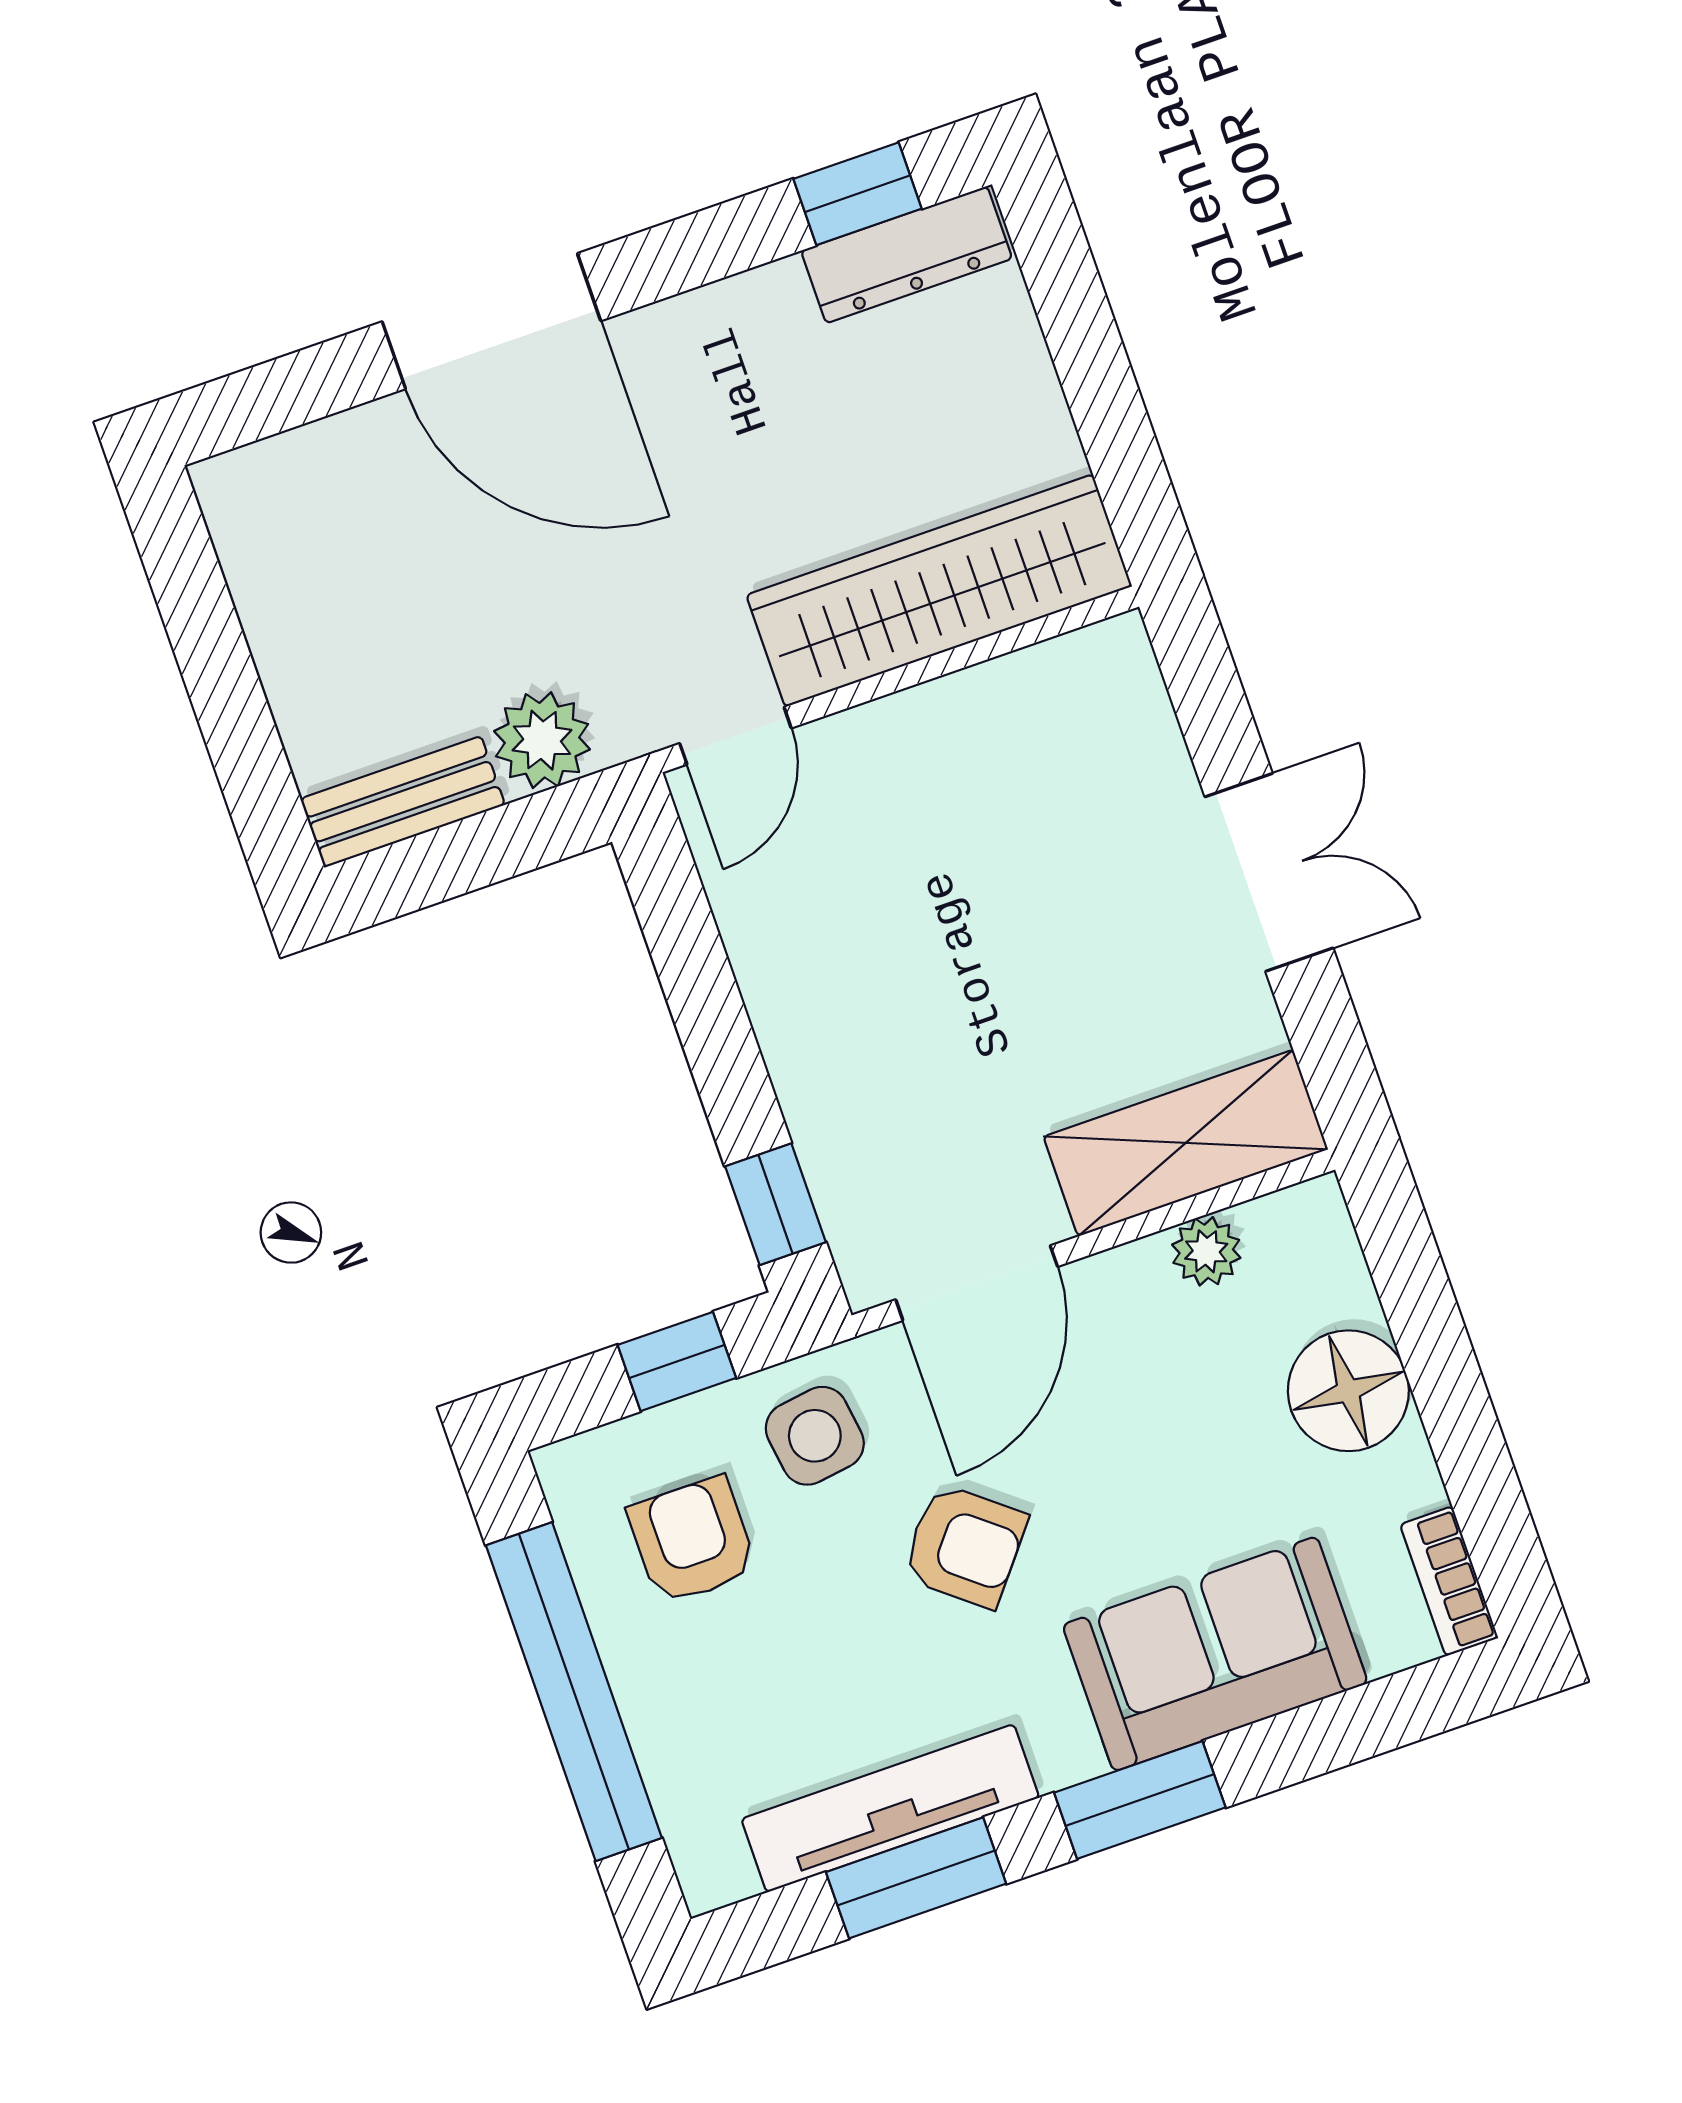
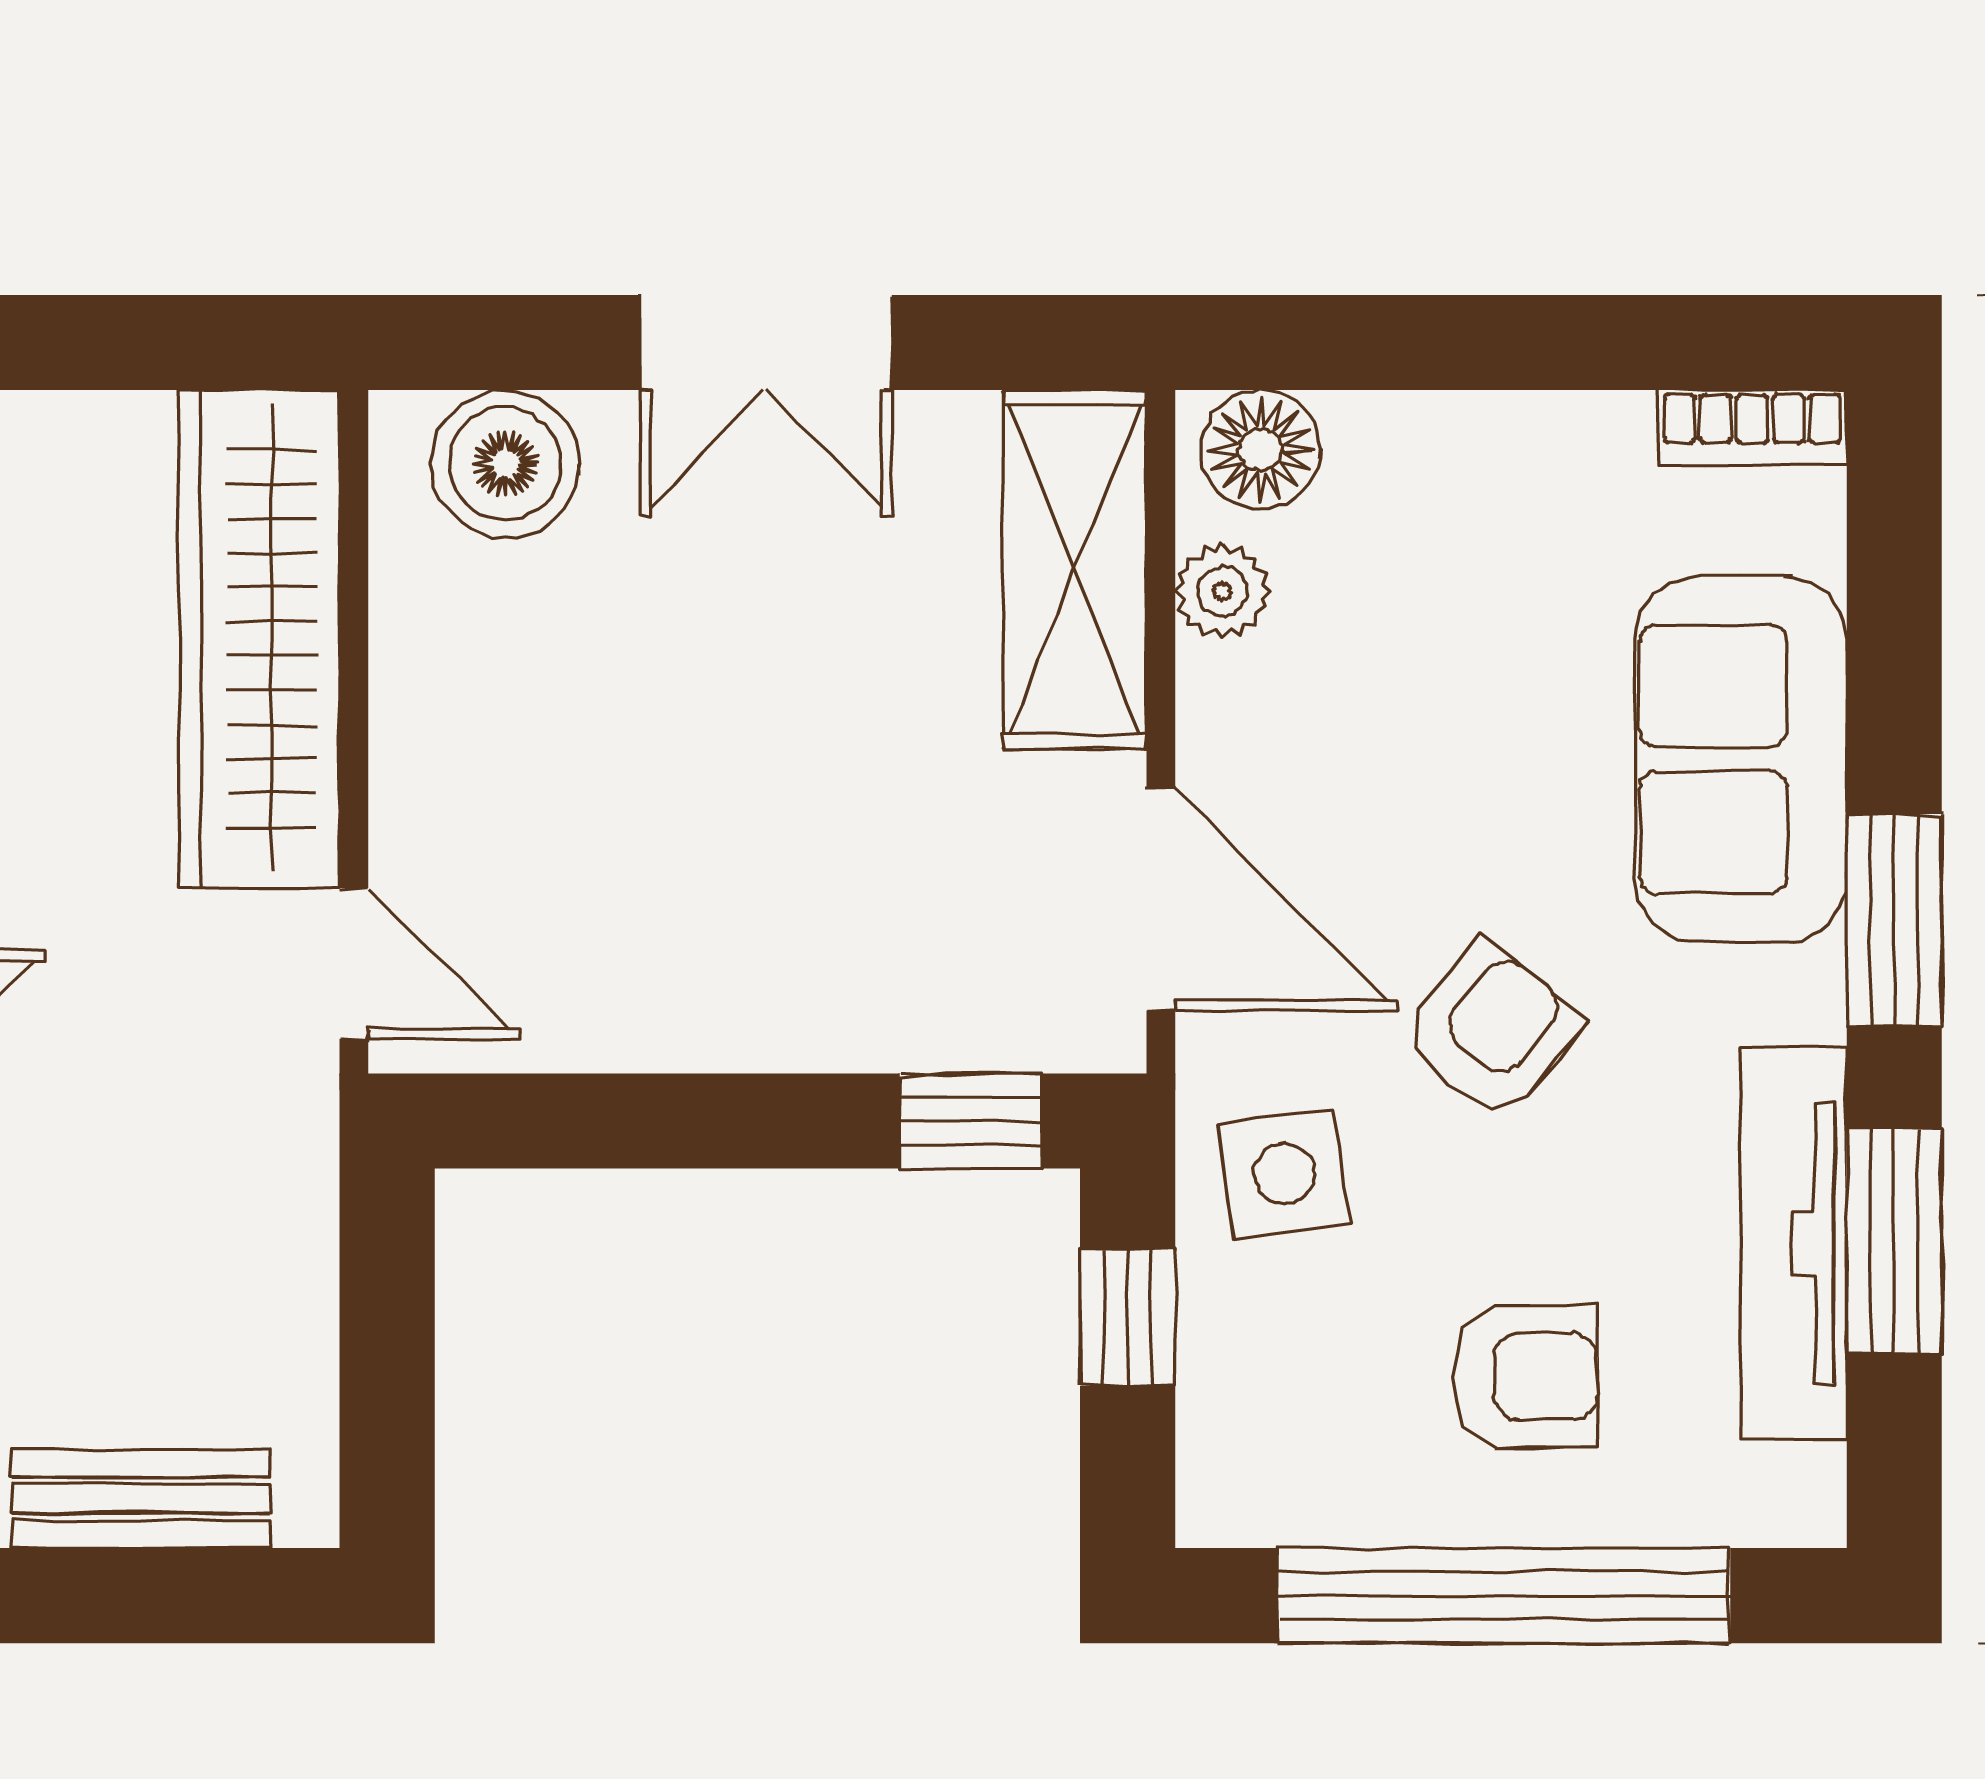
boiler: (1121, 720) -> (505, 464), added
plant: (542, 740) -> (273, 1213), removed
bench: (403, 802) -> (141, 1499), moved, turned 90
double door: (1269, 872) -> (766, 343), swing flipped
floor lamp: (1348, 1391) -> (1260, 450), moved, width x0.73, depth x0.73
armchair: (692, 1540) -> (1525, 1376), moved, turned 180

